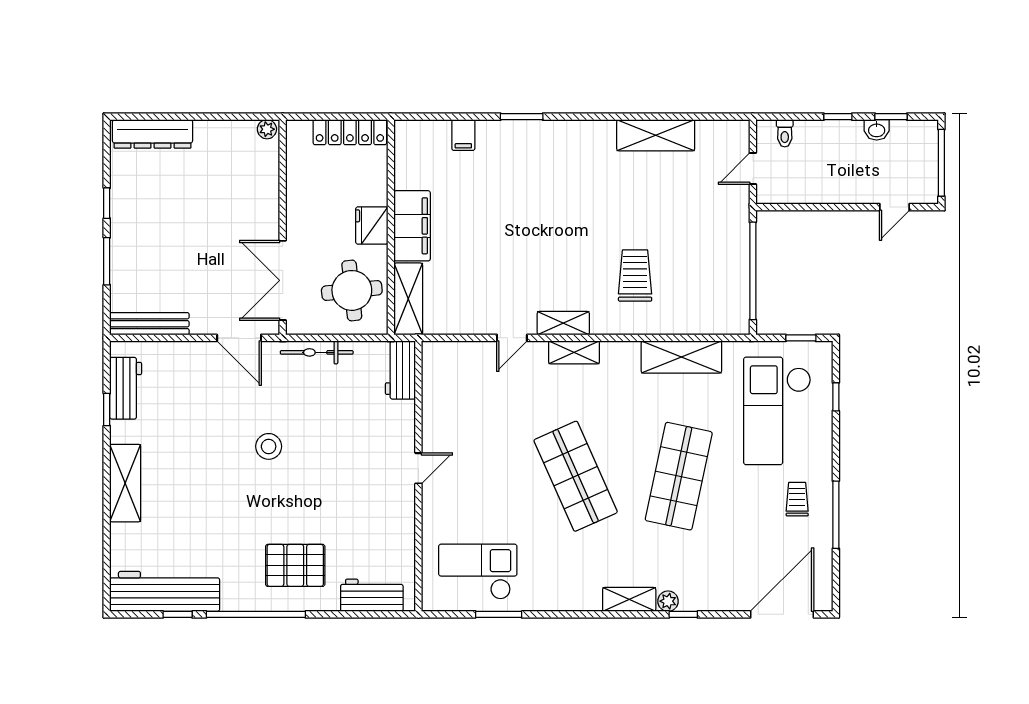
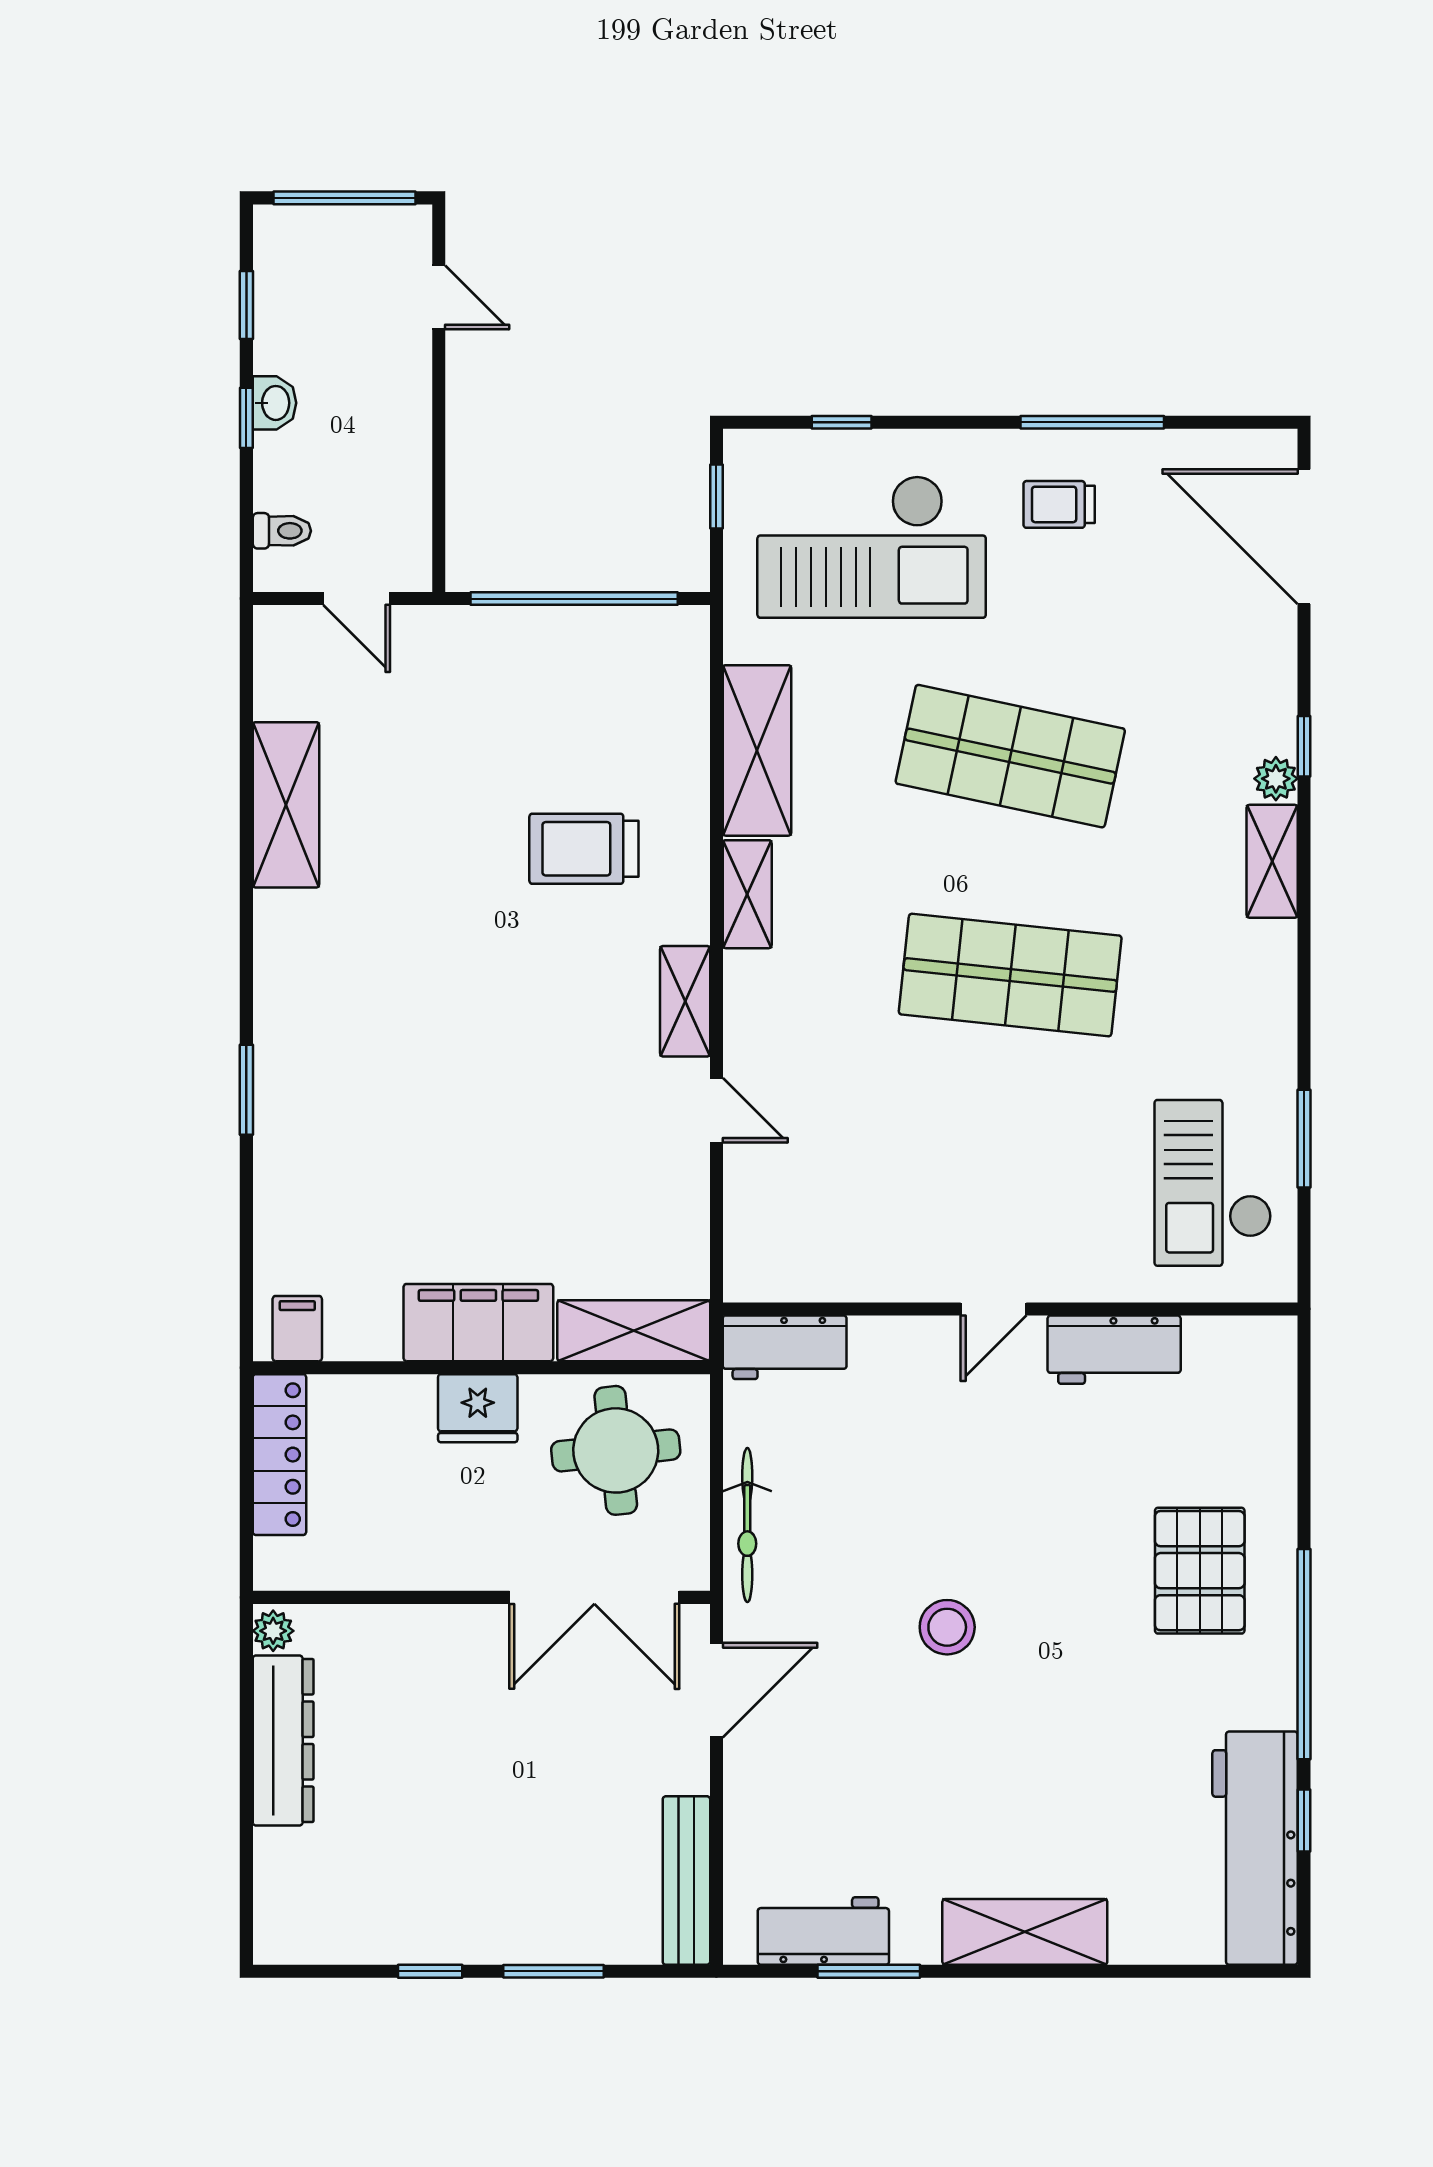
washbasin: (877, 130) -> (274, 403), moved
dresser: (152, 134) -> (283, 1740), moved
filing cabinet: (463, 135) -> (297, 1329), moved, turned -90
shelving: (574, 352) -> (747, 894), moved
window: (107, 410) -> (869, 1971), width x1.50
door: (418, 468) -> (994, 1309), swing flipped
shop shelf: (576, 476) -> (1010, 975), turned 30
workbench: (372, 595) -> (1114, 1350), moved, turned -90

